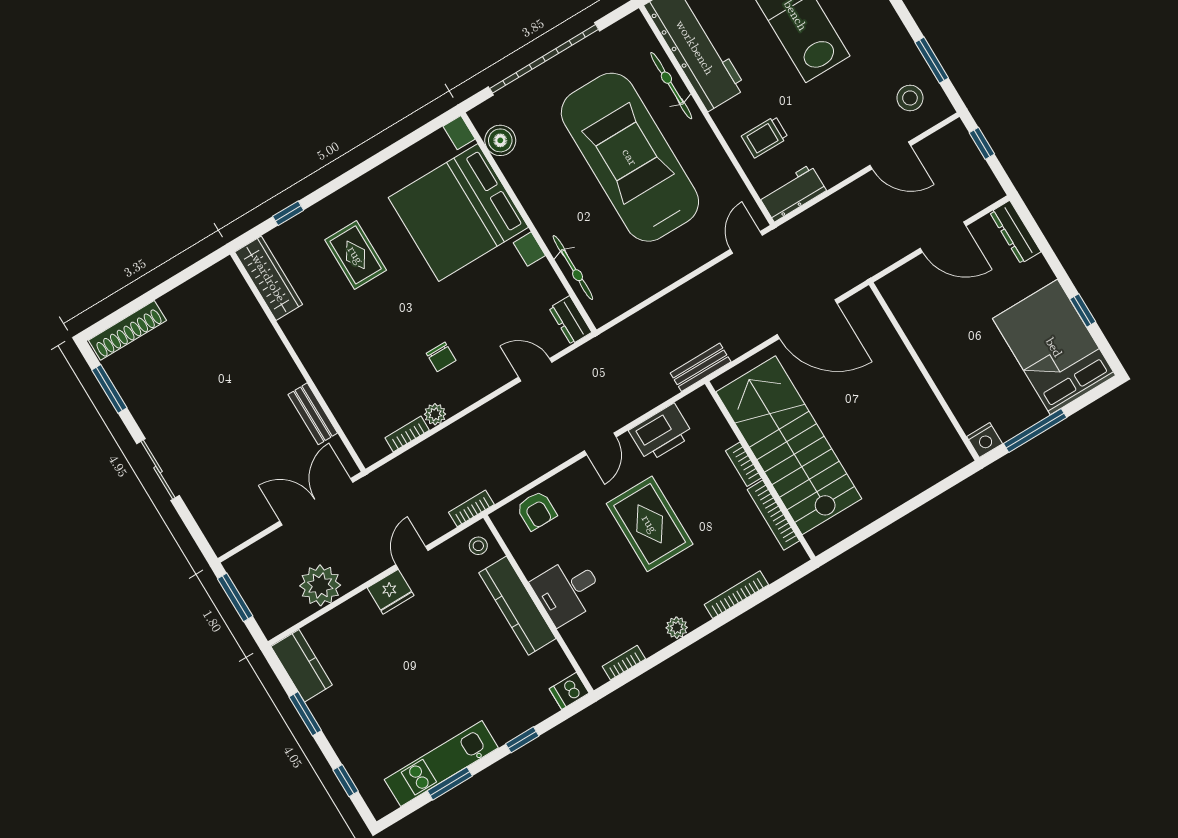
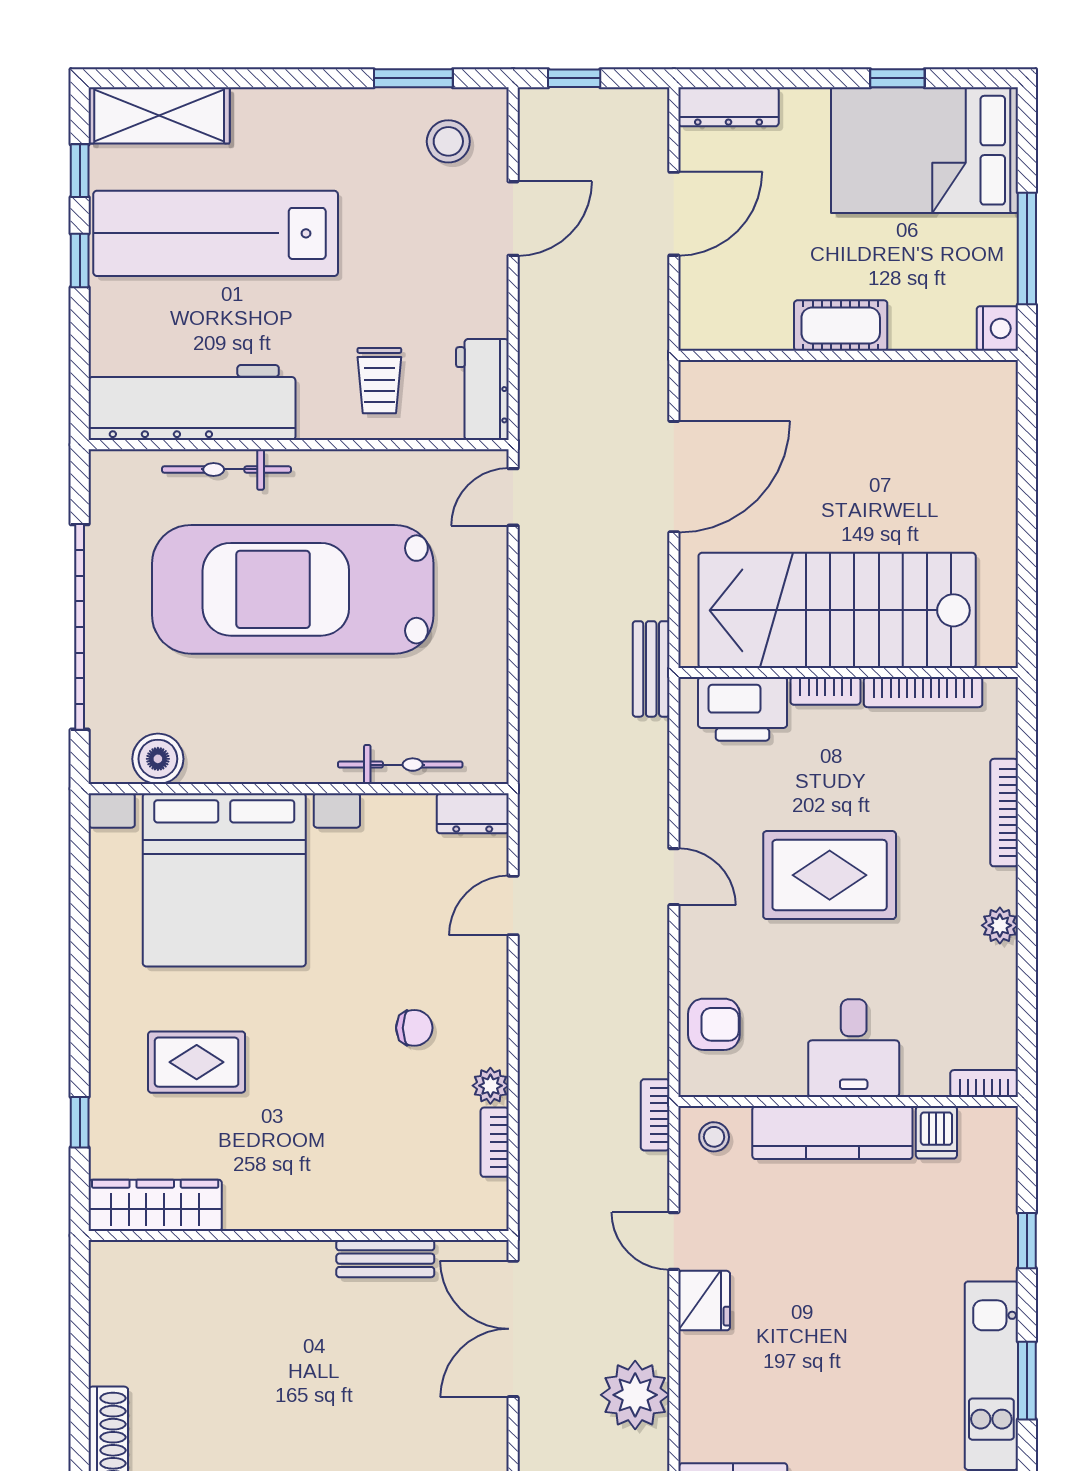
door: (746, 242) -> (513, 497), hinge flipped
cot: (937, 358) -> (841, 325), added
printer: (661, 433) -> (743, 709), moved, turned 90
bookcase: (624, 663) -> (984, 1083), moved, turned 90
dishwasher: (569, 691) -> (936, 1132), moved

